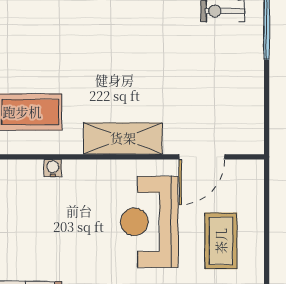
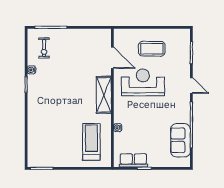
reception desk: (149, 222) -> (143, 82), turned 180

